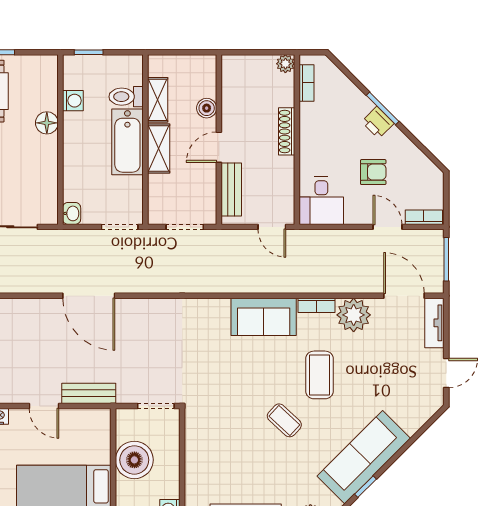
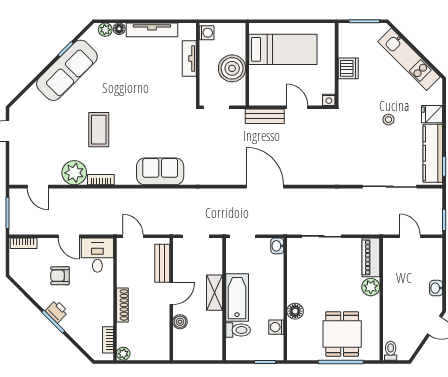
shelving: (158, 100) -> (215, 328), removed
door: (388, 227) -> (69, 236), moved
door: (404, 296) -> (38, 187), width x0.73
sofa: (264, 317) -> (160, 171), moved
tv unit: (434, 323) -> (189, 59), moved, turned 180
coffee table: (284, 420) -> (124, 97), removed

